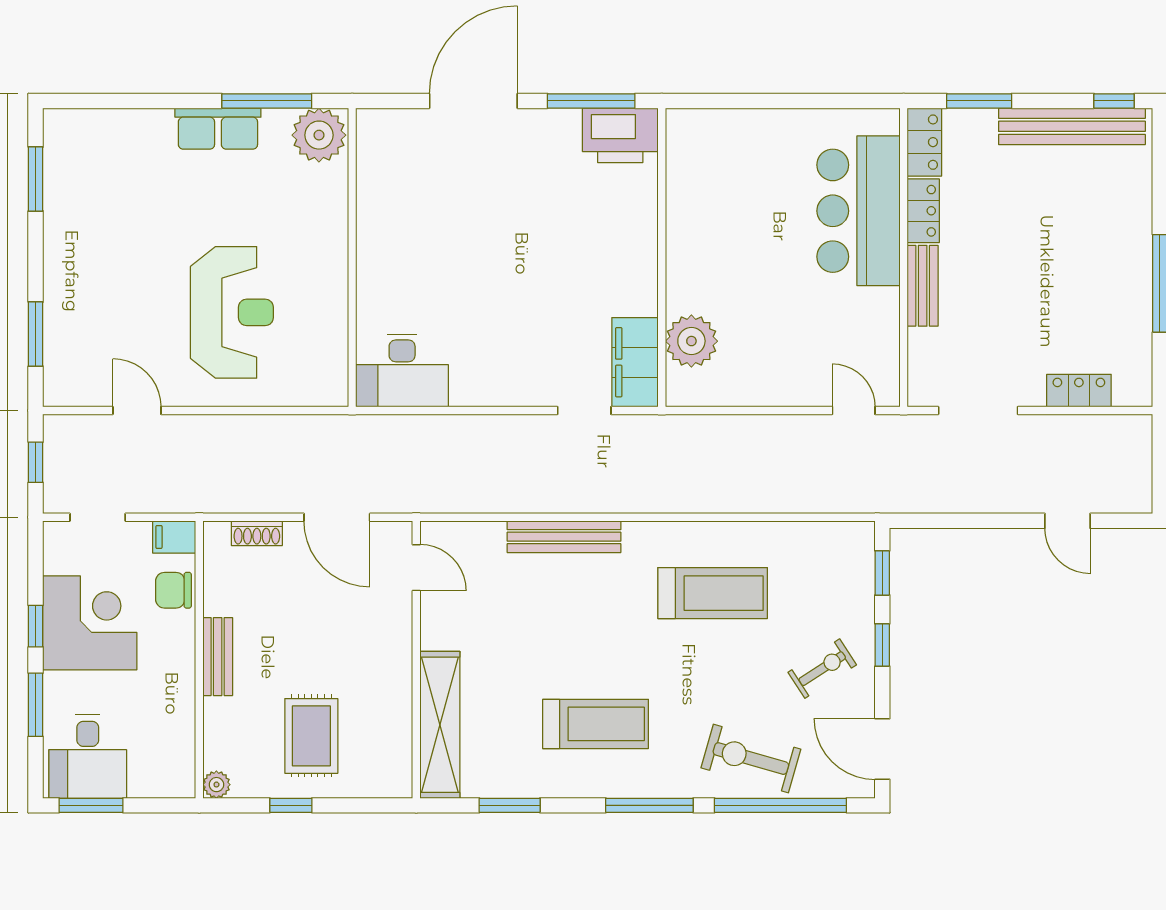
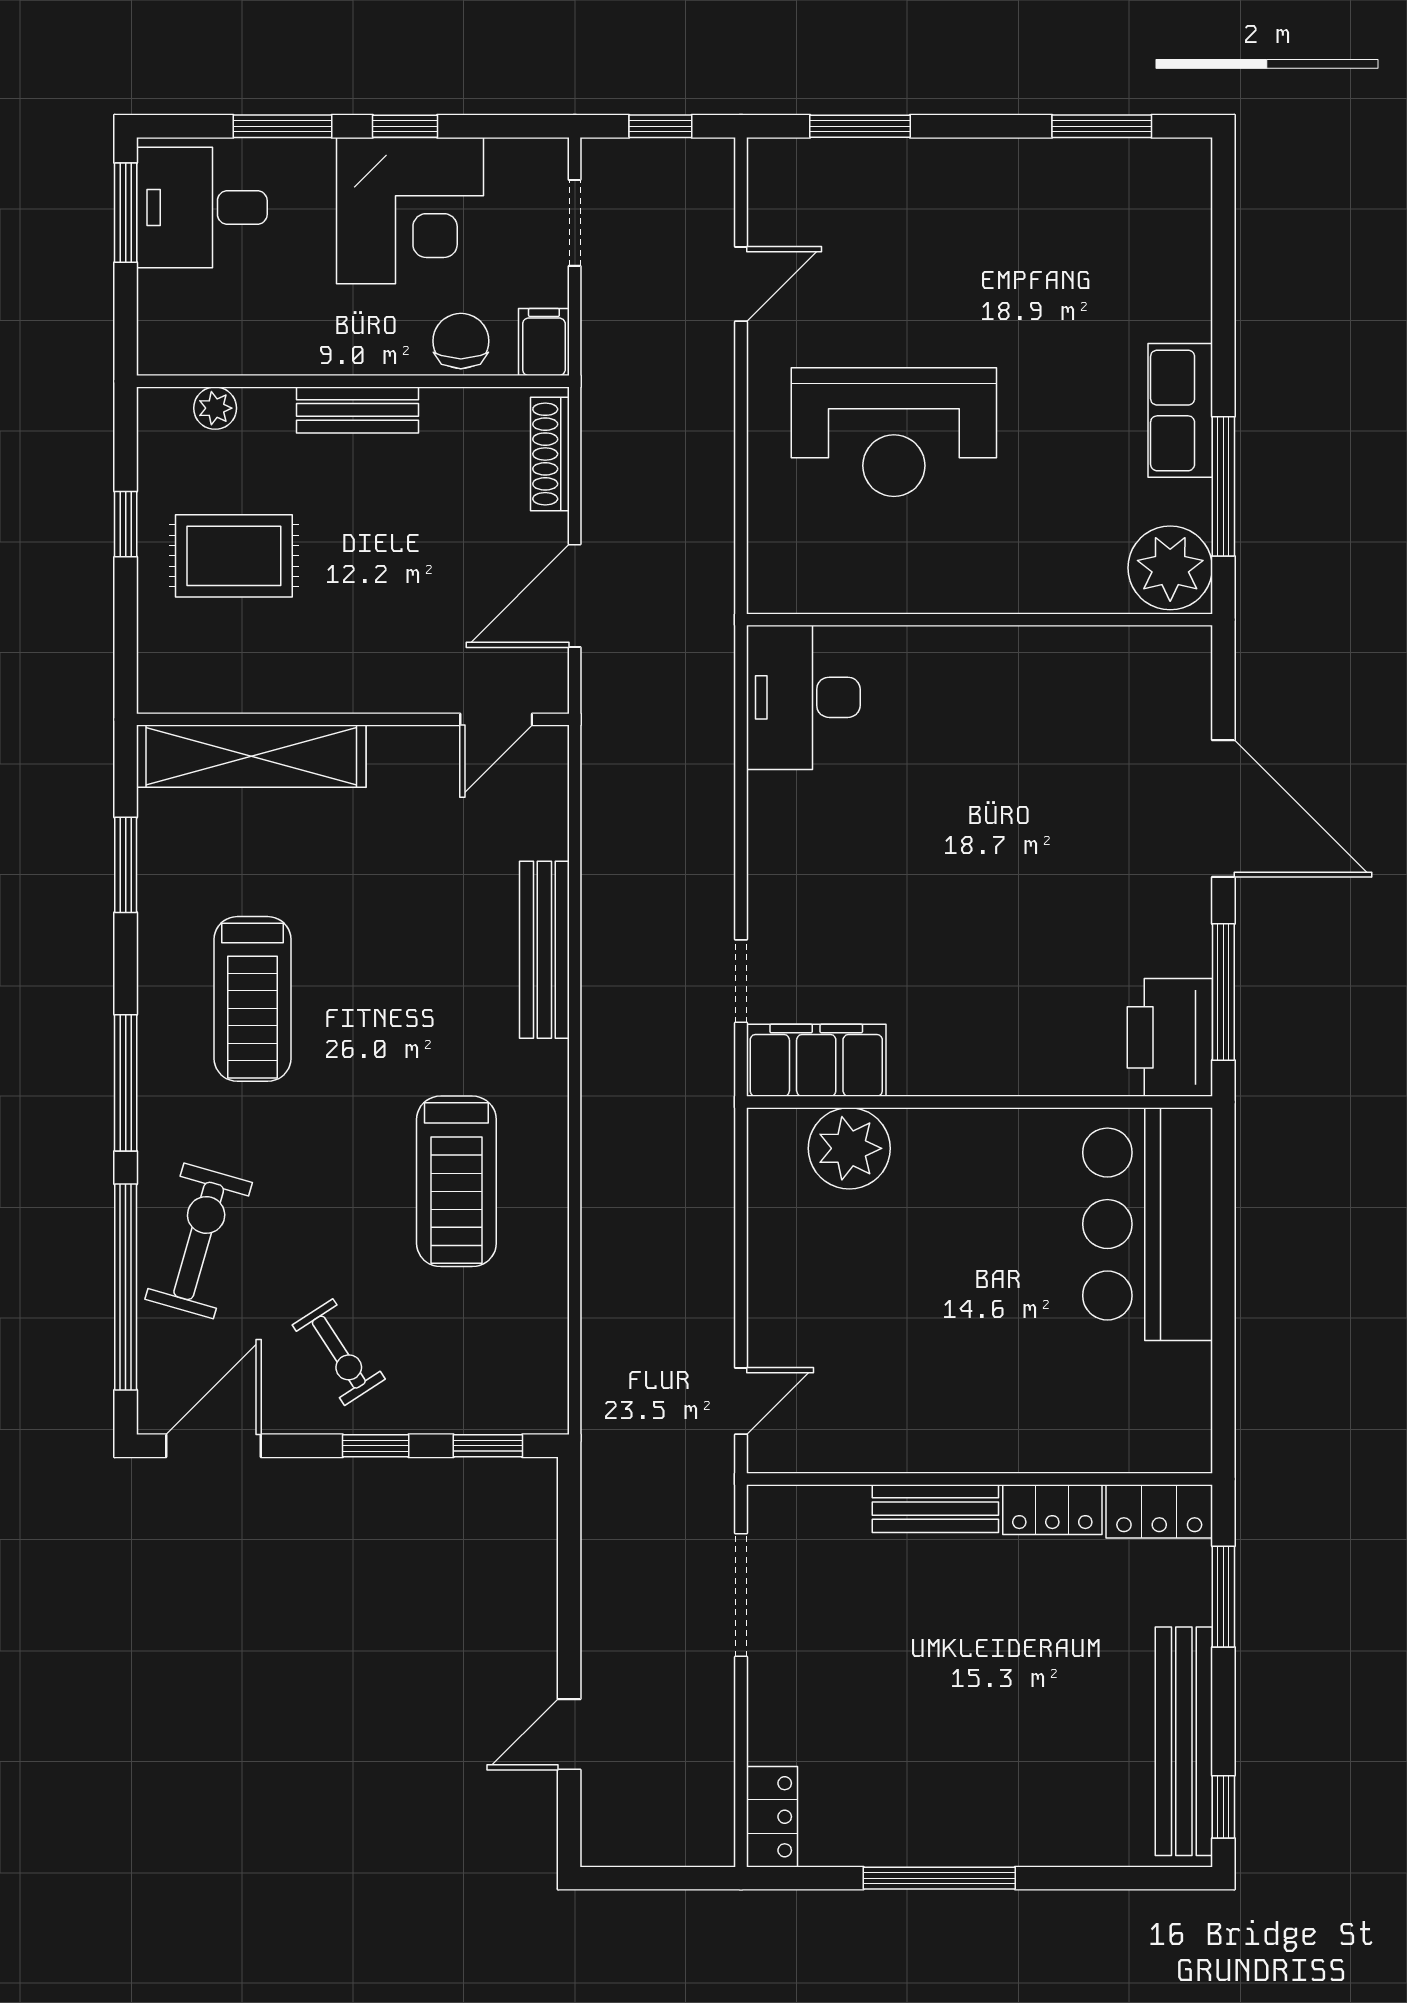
bar counter: (859, 211) -> (1148, 1224), moved, turned -90
locker: (1079, 391) -> (772, 1817), moved
shoe rack: (257, 533) -> (550, 454), width x1.43
plant: (216, 785) -> (215, 408), moved

